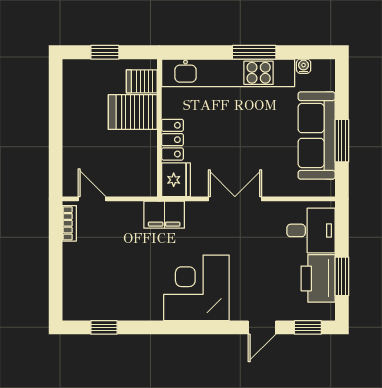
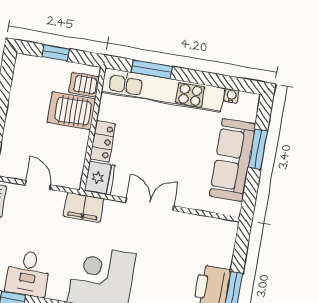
window: (254, 52) -> (152, 69), moved
window: (342, 141) -> (258, 149), moved
door: (92, 199) -> (38, 185), moved
desk: (311, 230) -> (28, 273), moved, turned 90

